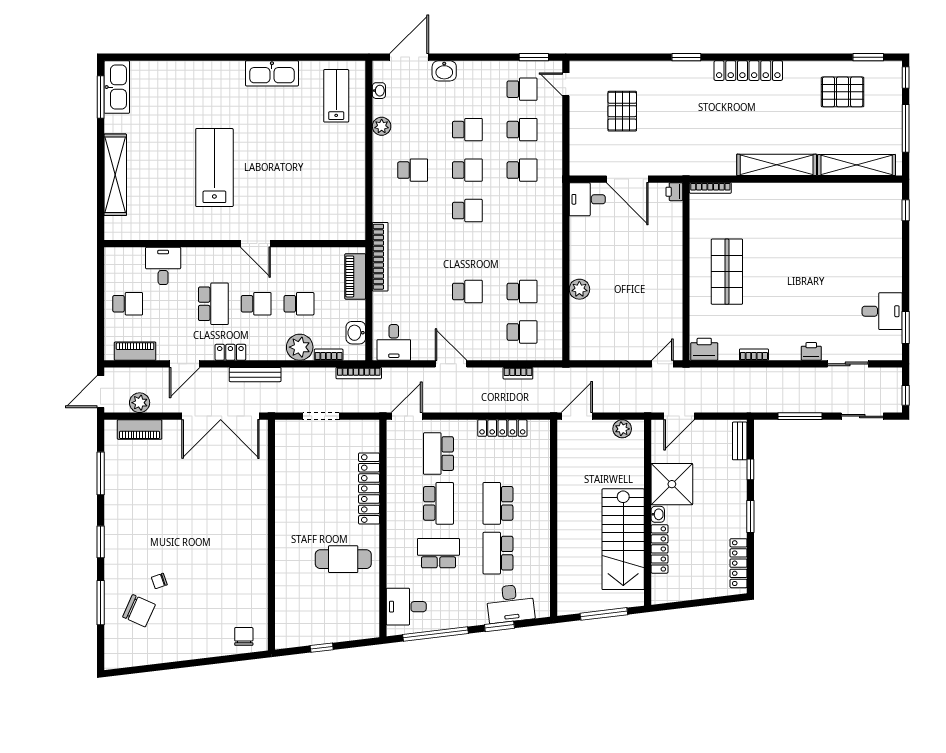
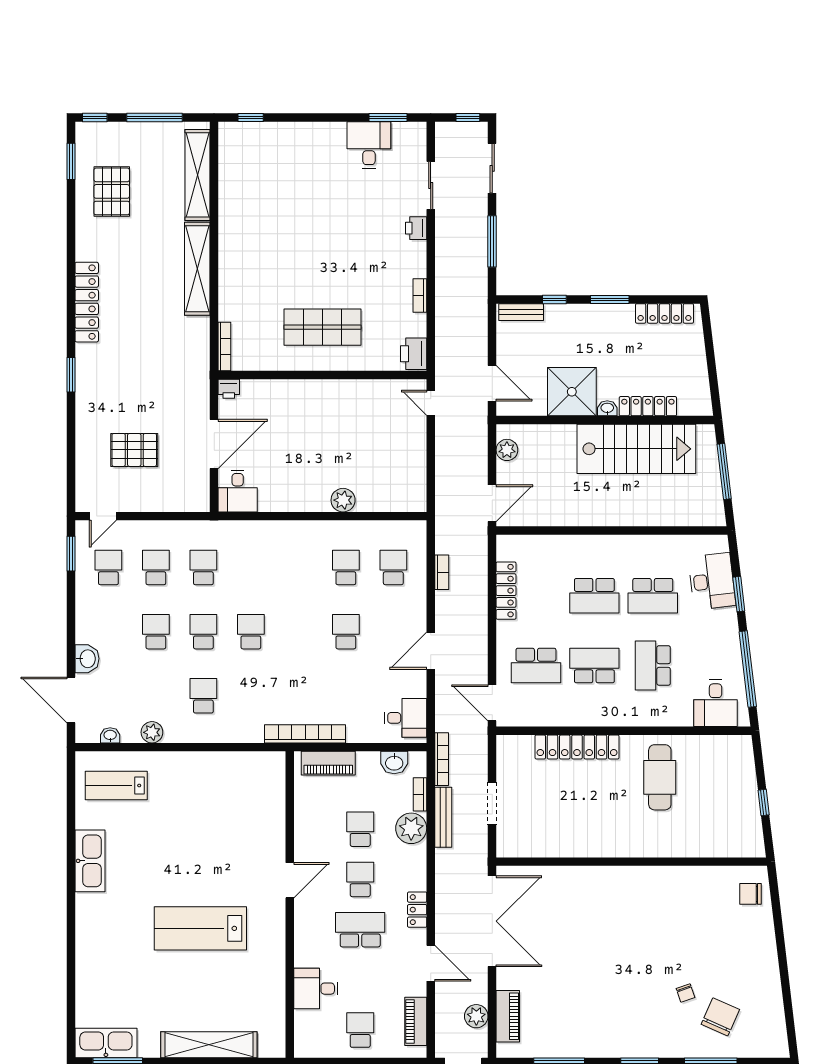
bench: (255, 375) -> (443, 817), moved
door: (577, 416) -> (492, 503), swing flipped

